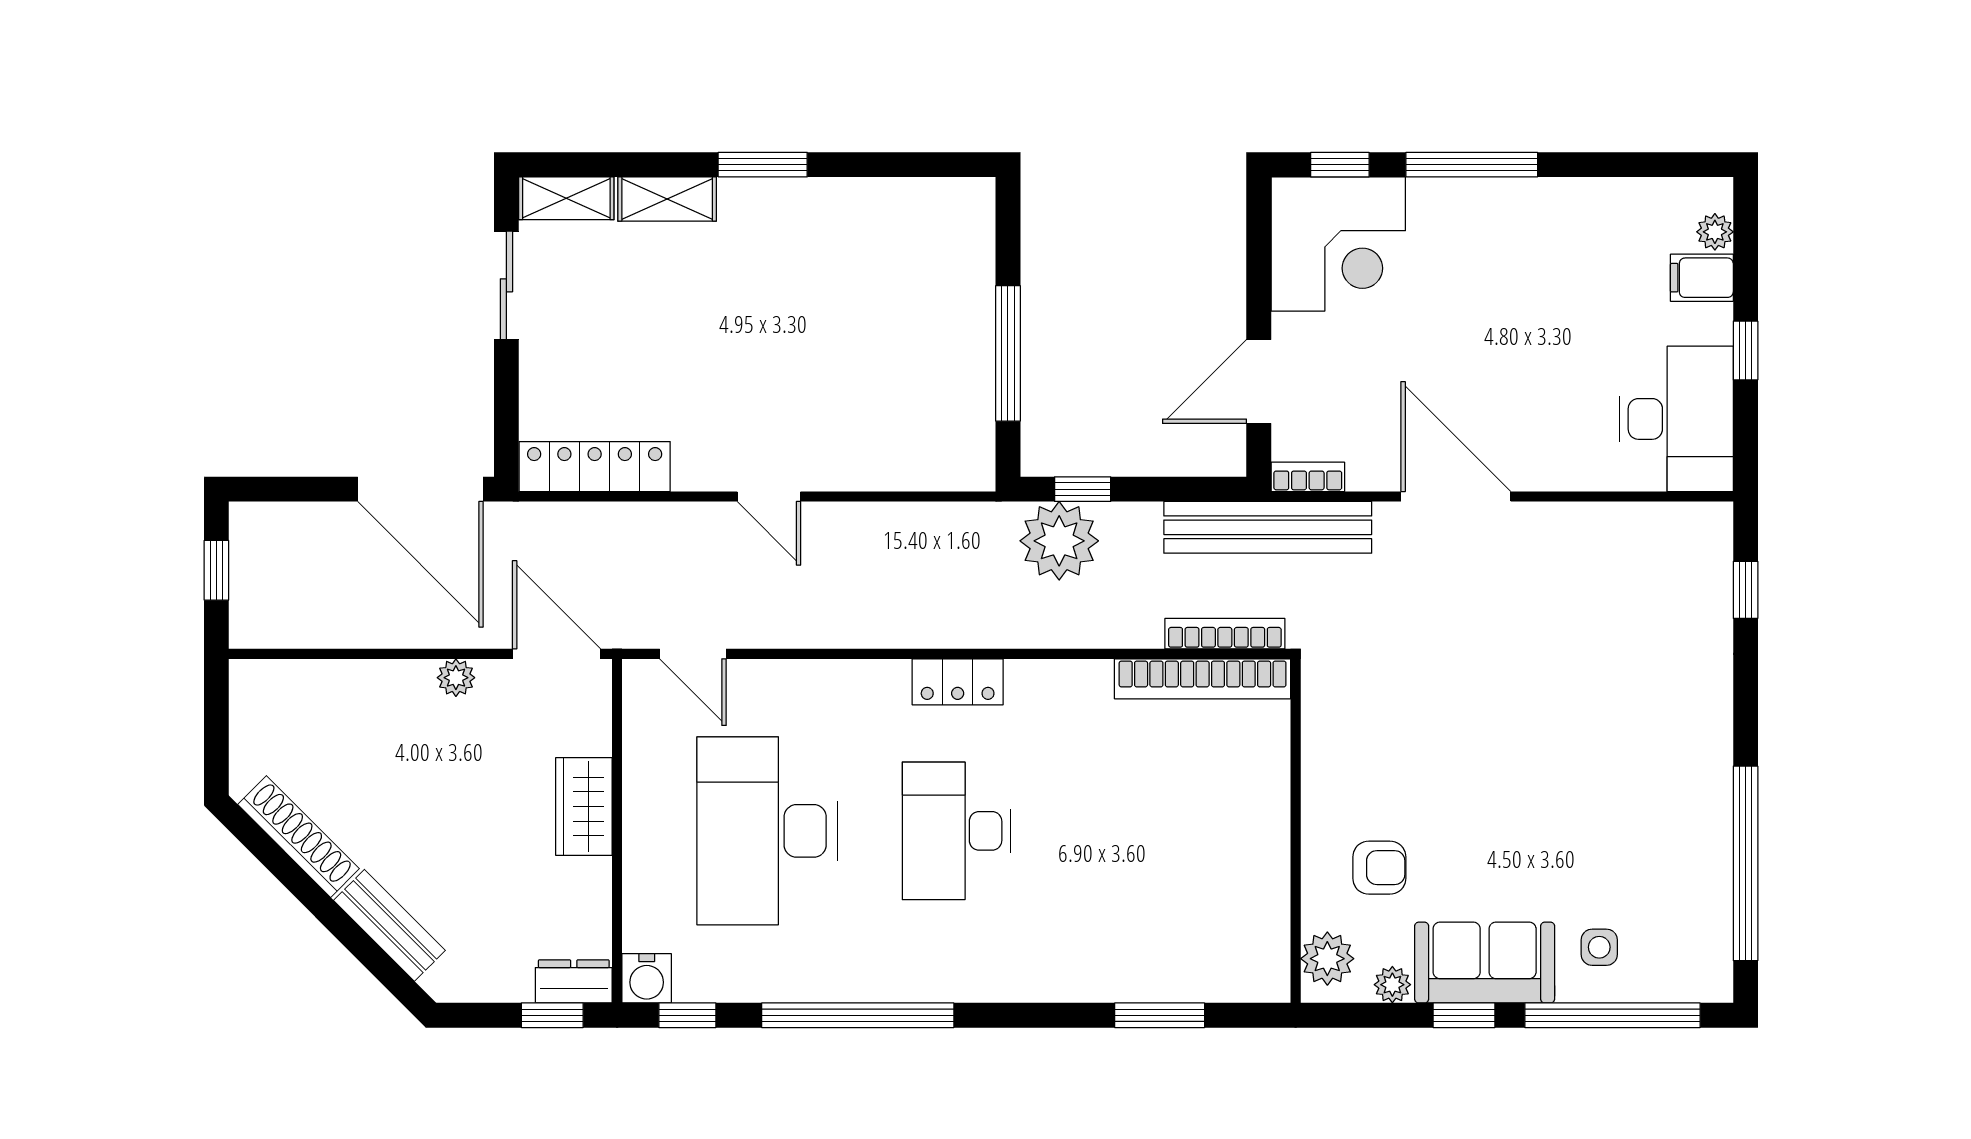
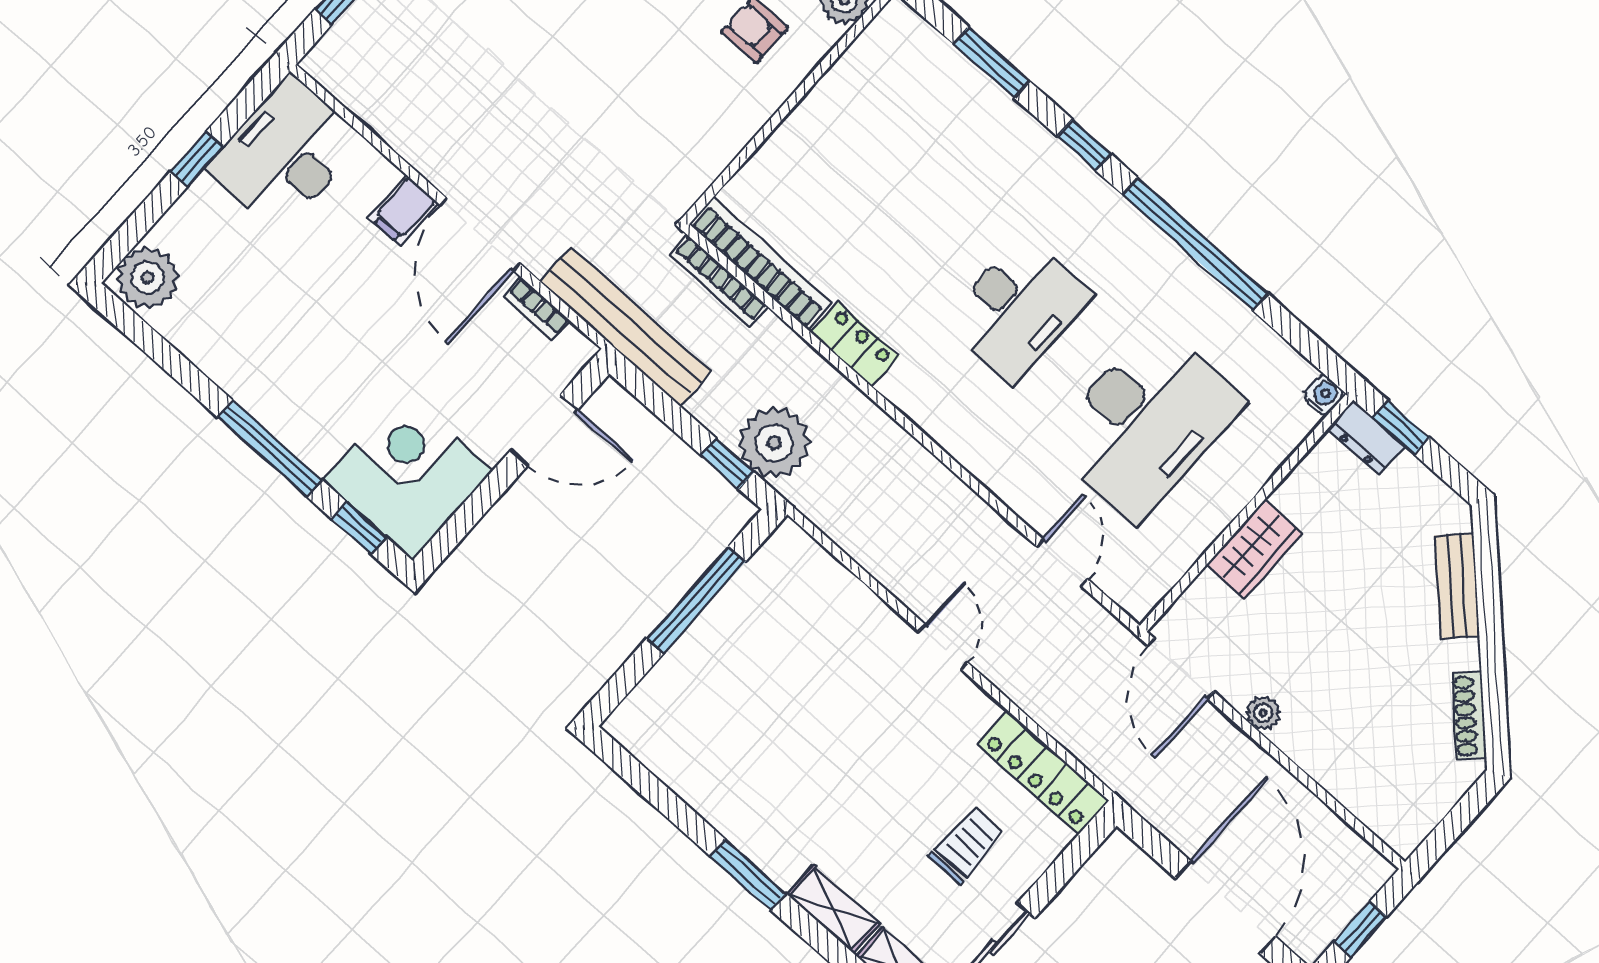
plant: (1715, 232) -> (148, 278), width x1.88, depth x1.88
filing cabinet: (1702, 278) -> (404, 210), moved, turned 90
trolley: (604, 350) -> (967, 845), added
bookcase: (1308, 477) -> (537, 309), moved
door: (420, 489) -> (1225, 907), moved
door: (693, 654) -> (1062, 563), moved
locker: (958, 682) -> (855, 344), moved
shoe rack: (298, 837) -> (1469, 716), width x0.74, depth x0.81
water cooler: (647, 978) -> (1324, 395), width x0.72, depth x0.72
window: (687, 1015) -> (1084, 145), moved

